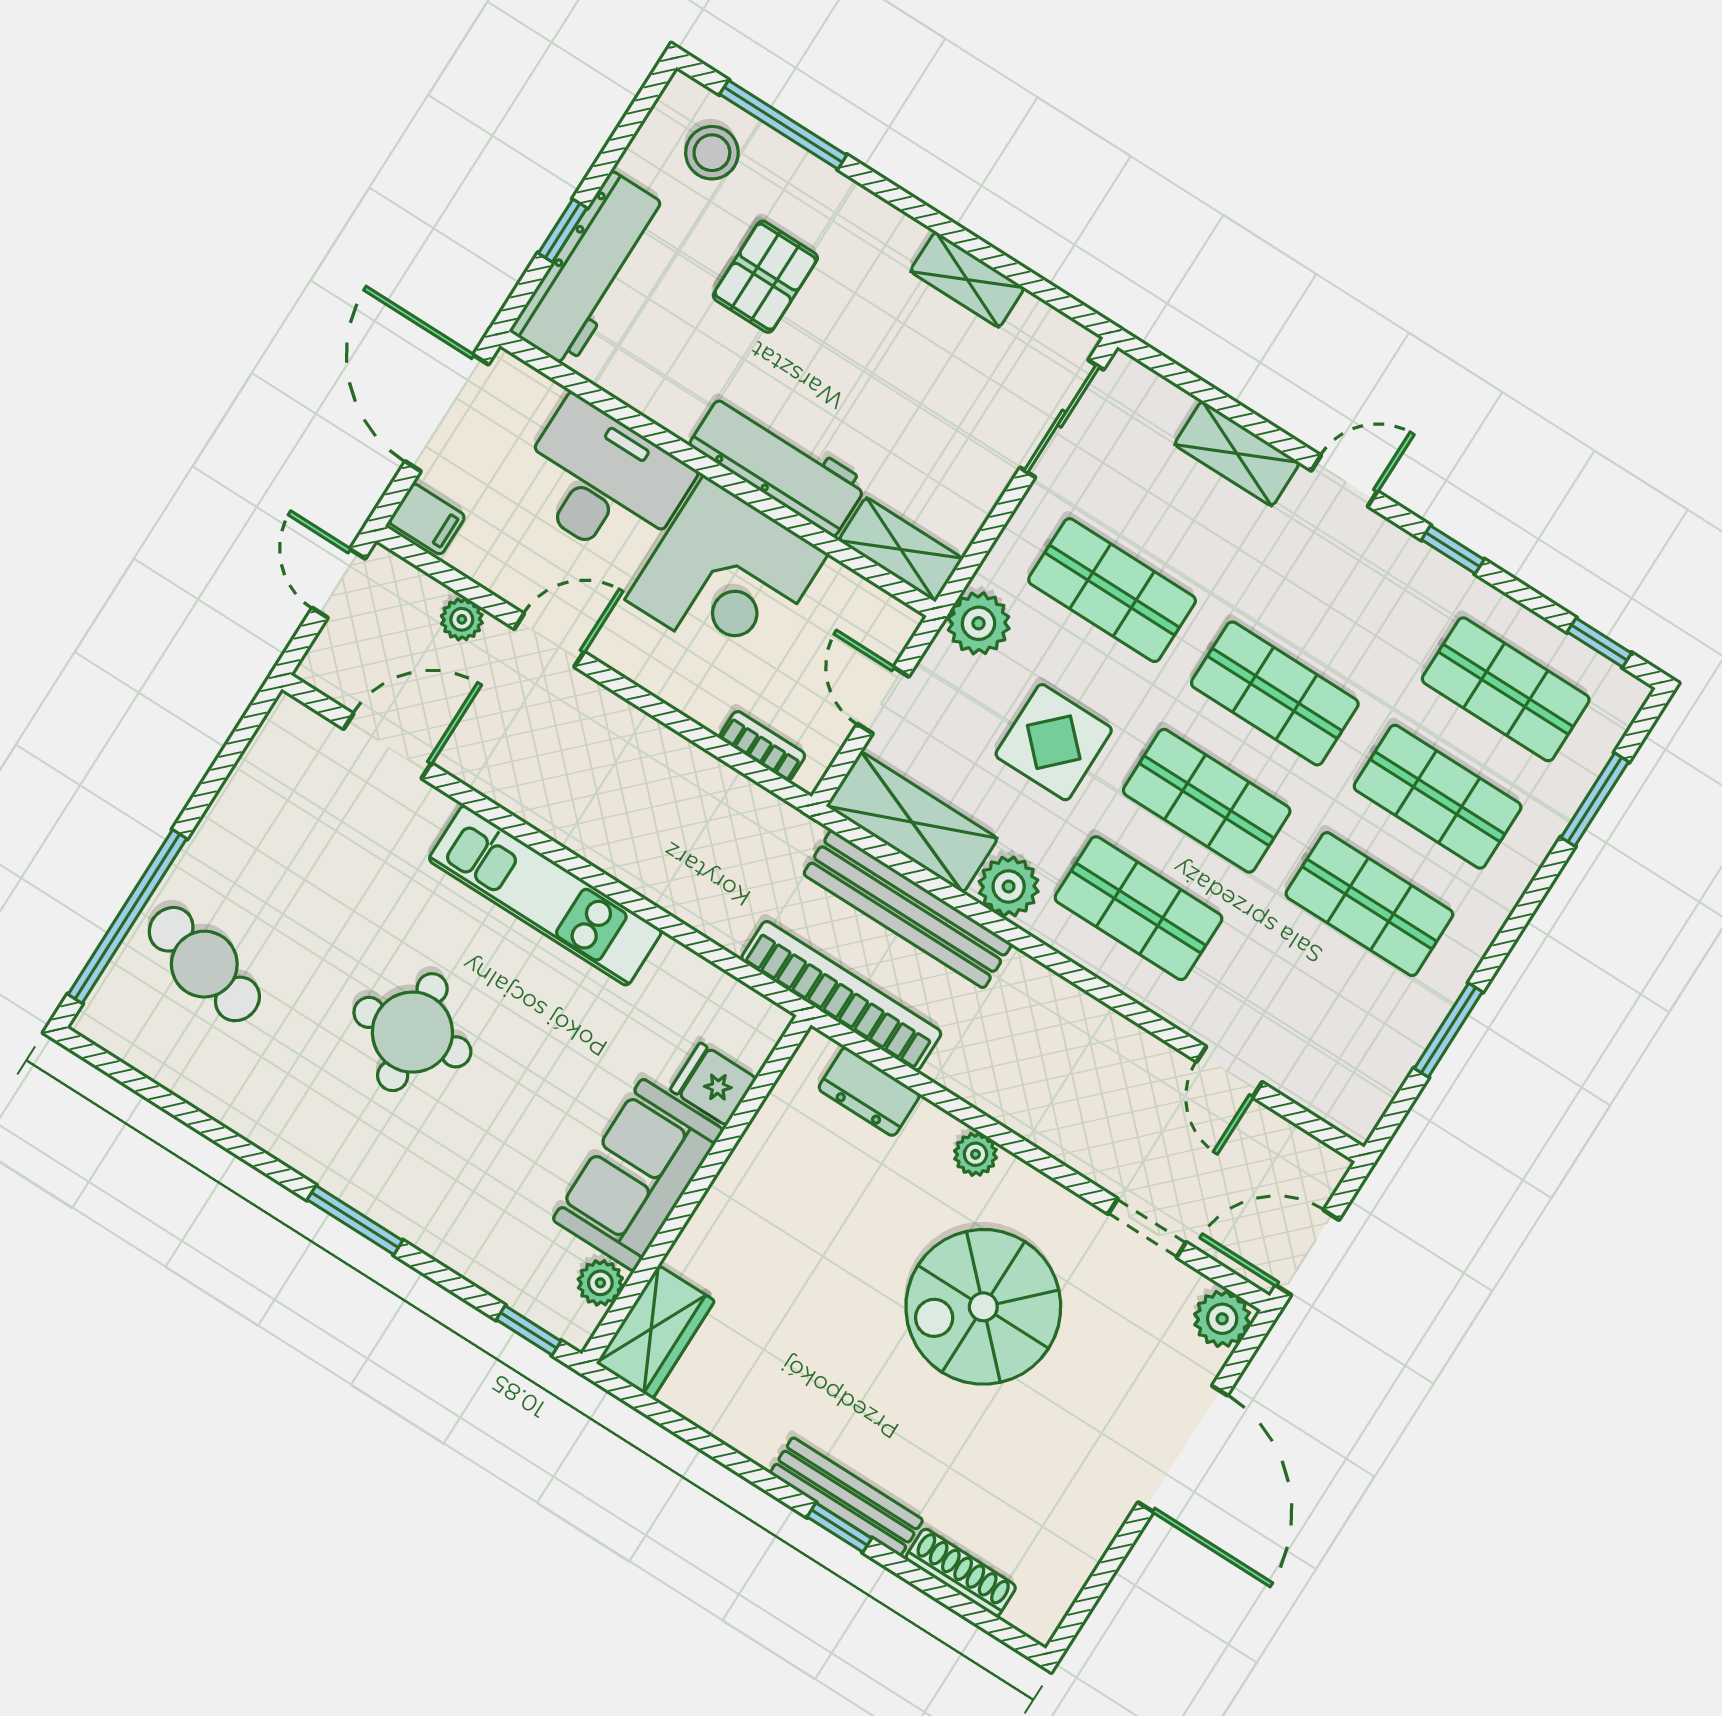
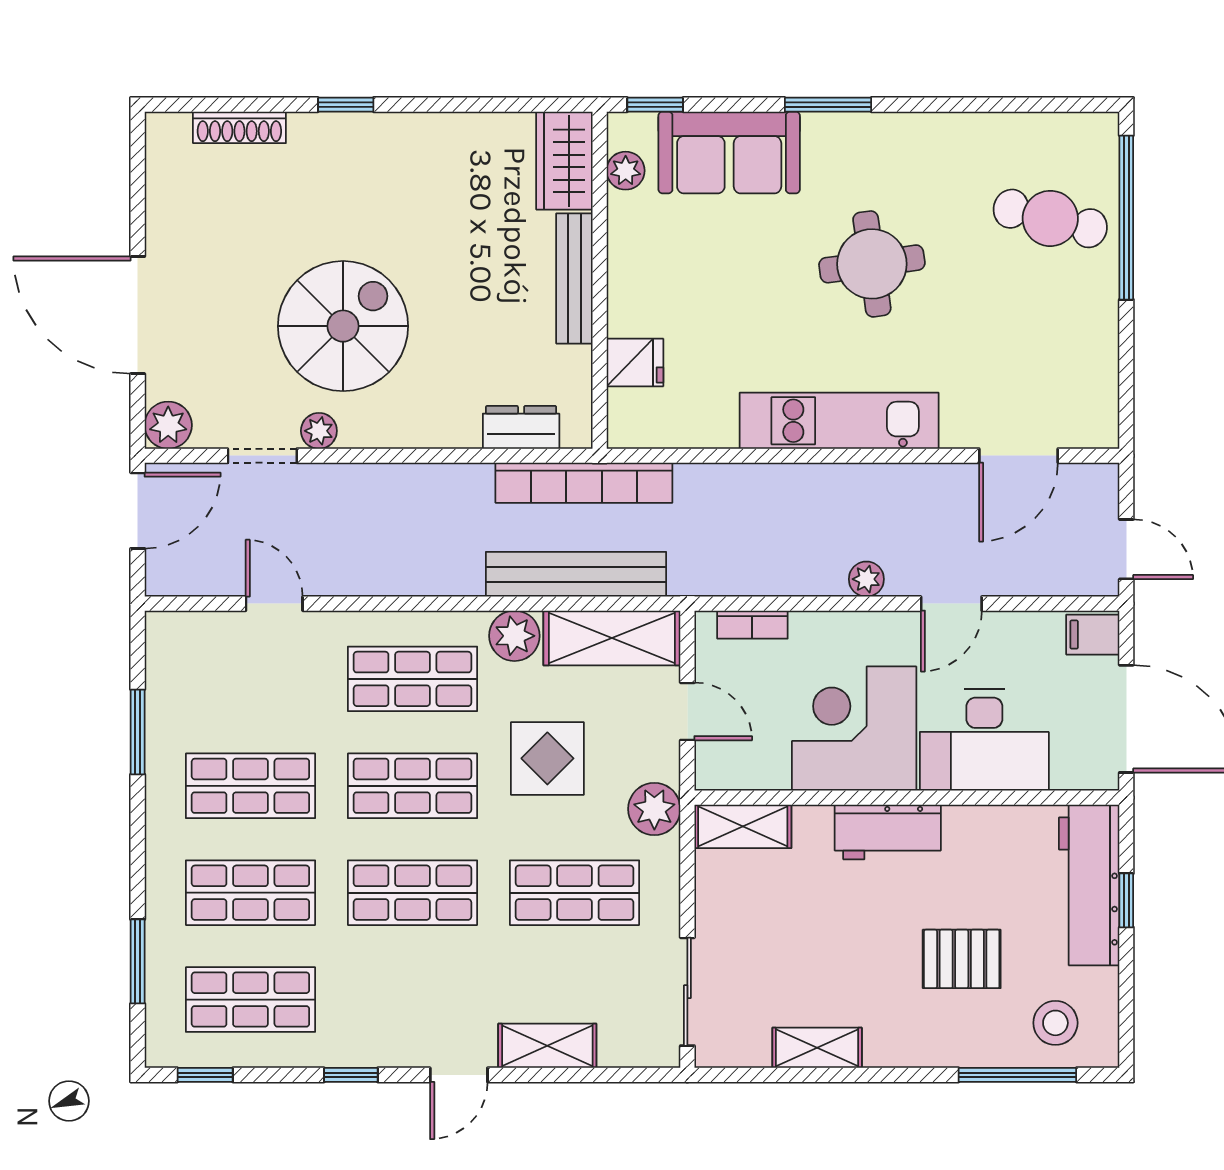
pallet: (765, 277) -> (962, 959), turned 90
workbench: (779, 464) -> (888, 832), width x0.73
plant: (462, 619) -> (866, 579), moved
plant: (975, 1154) -> (319, 431), moved
sofa: (638, 1175) -> (729, 152), moved, turned 90
bench: (846, 1497) -> (574, 278), moved, turned 90

